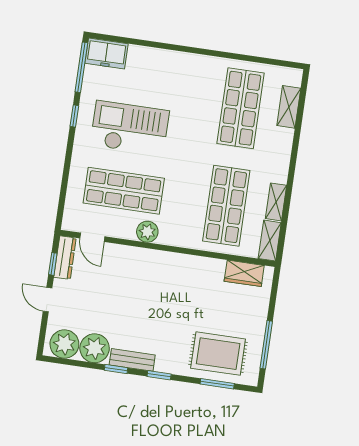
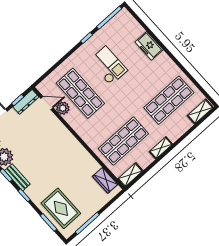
freezer: (107, 53) -> (149, 46), moved
shelving: (289, 107) -> (200, 112), moved
checkout: (130, 128) -> (108, 66), width x0.73, depth x0.83
shelving: (276, 202) -> (161, 148), moved
plant: (147, 232) -> (63, 108), moved
door: (92, 237) -> (47, 103), swing flipped

